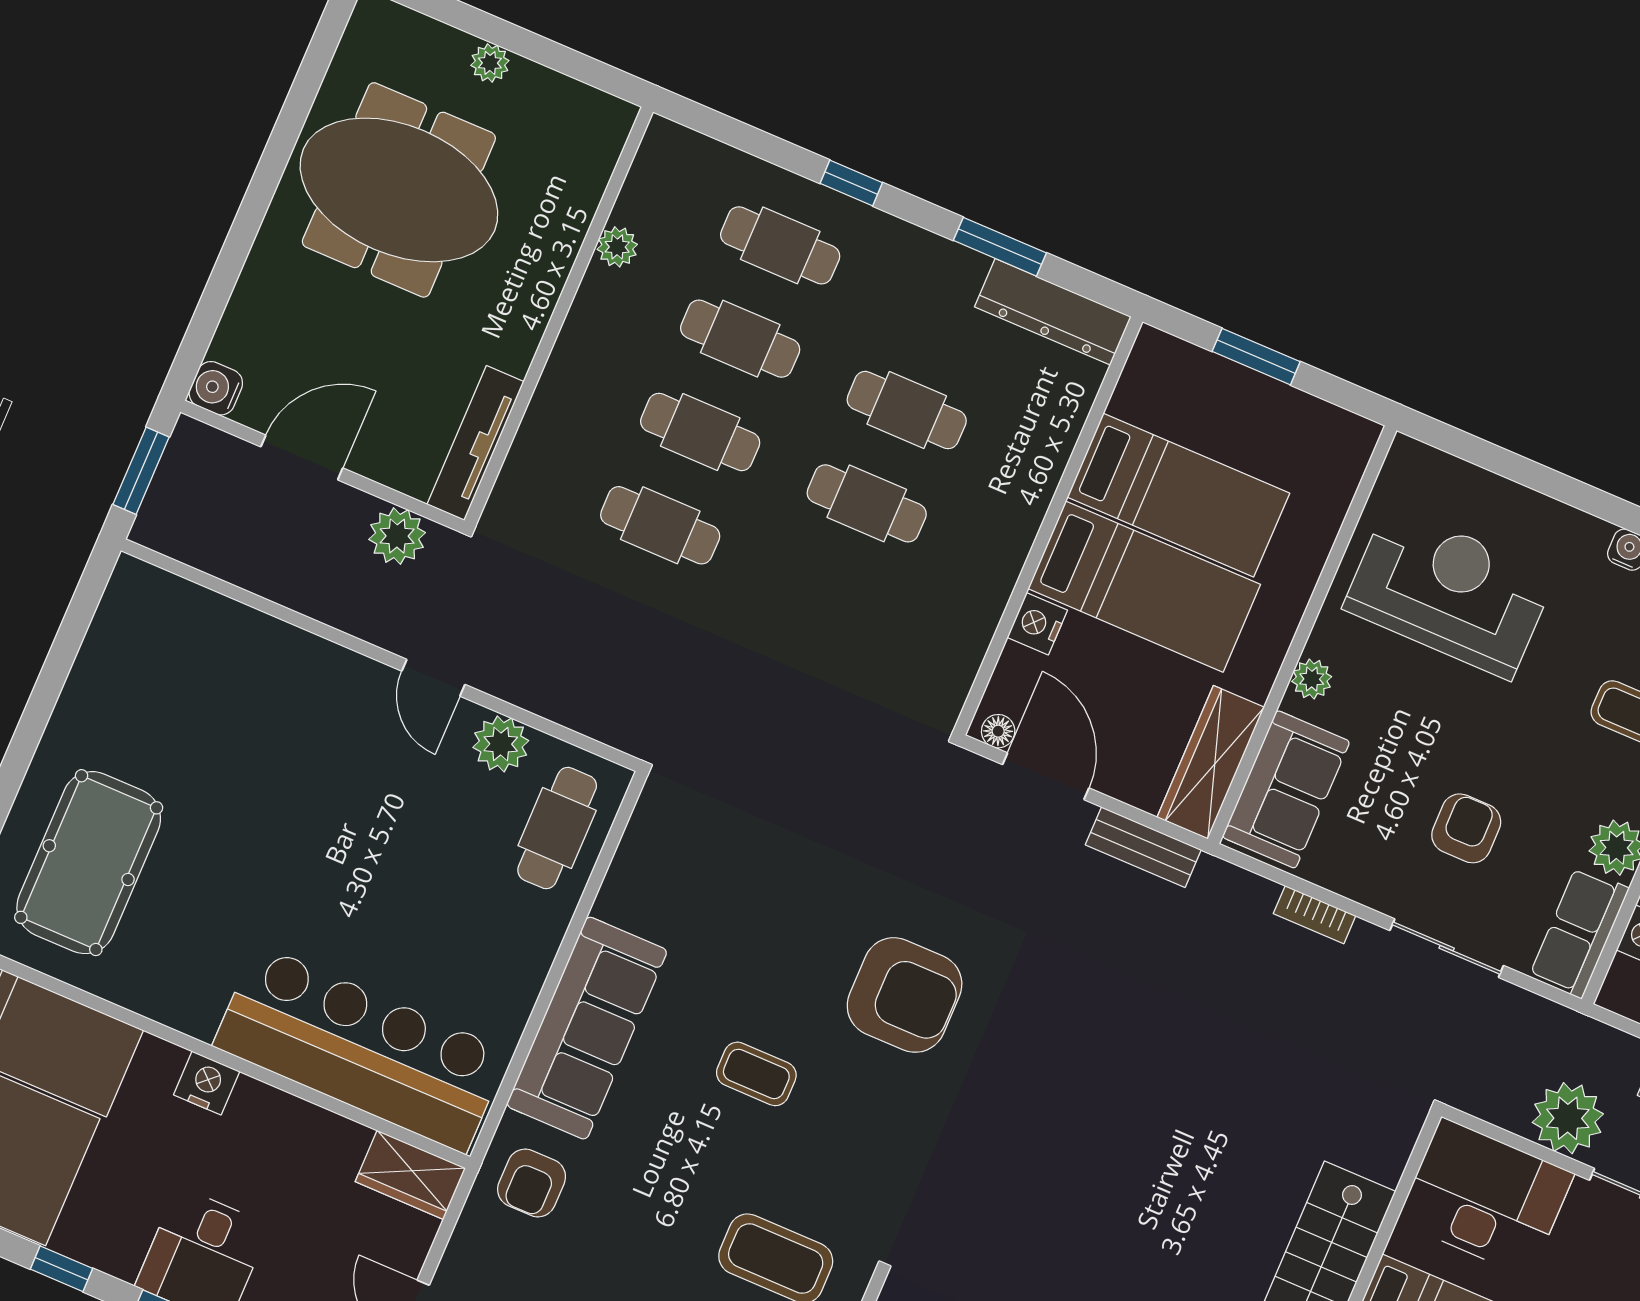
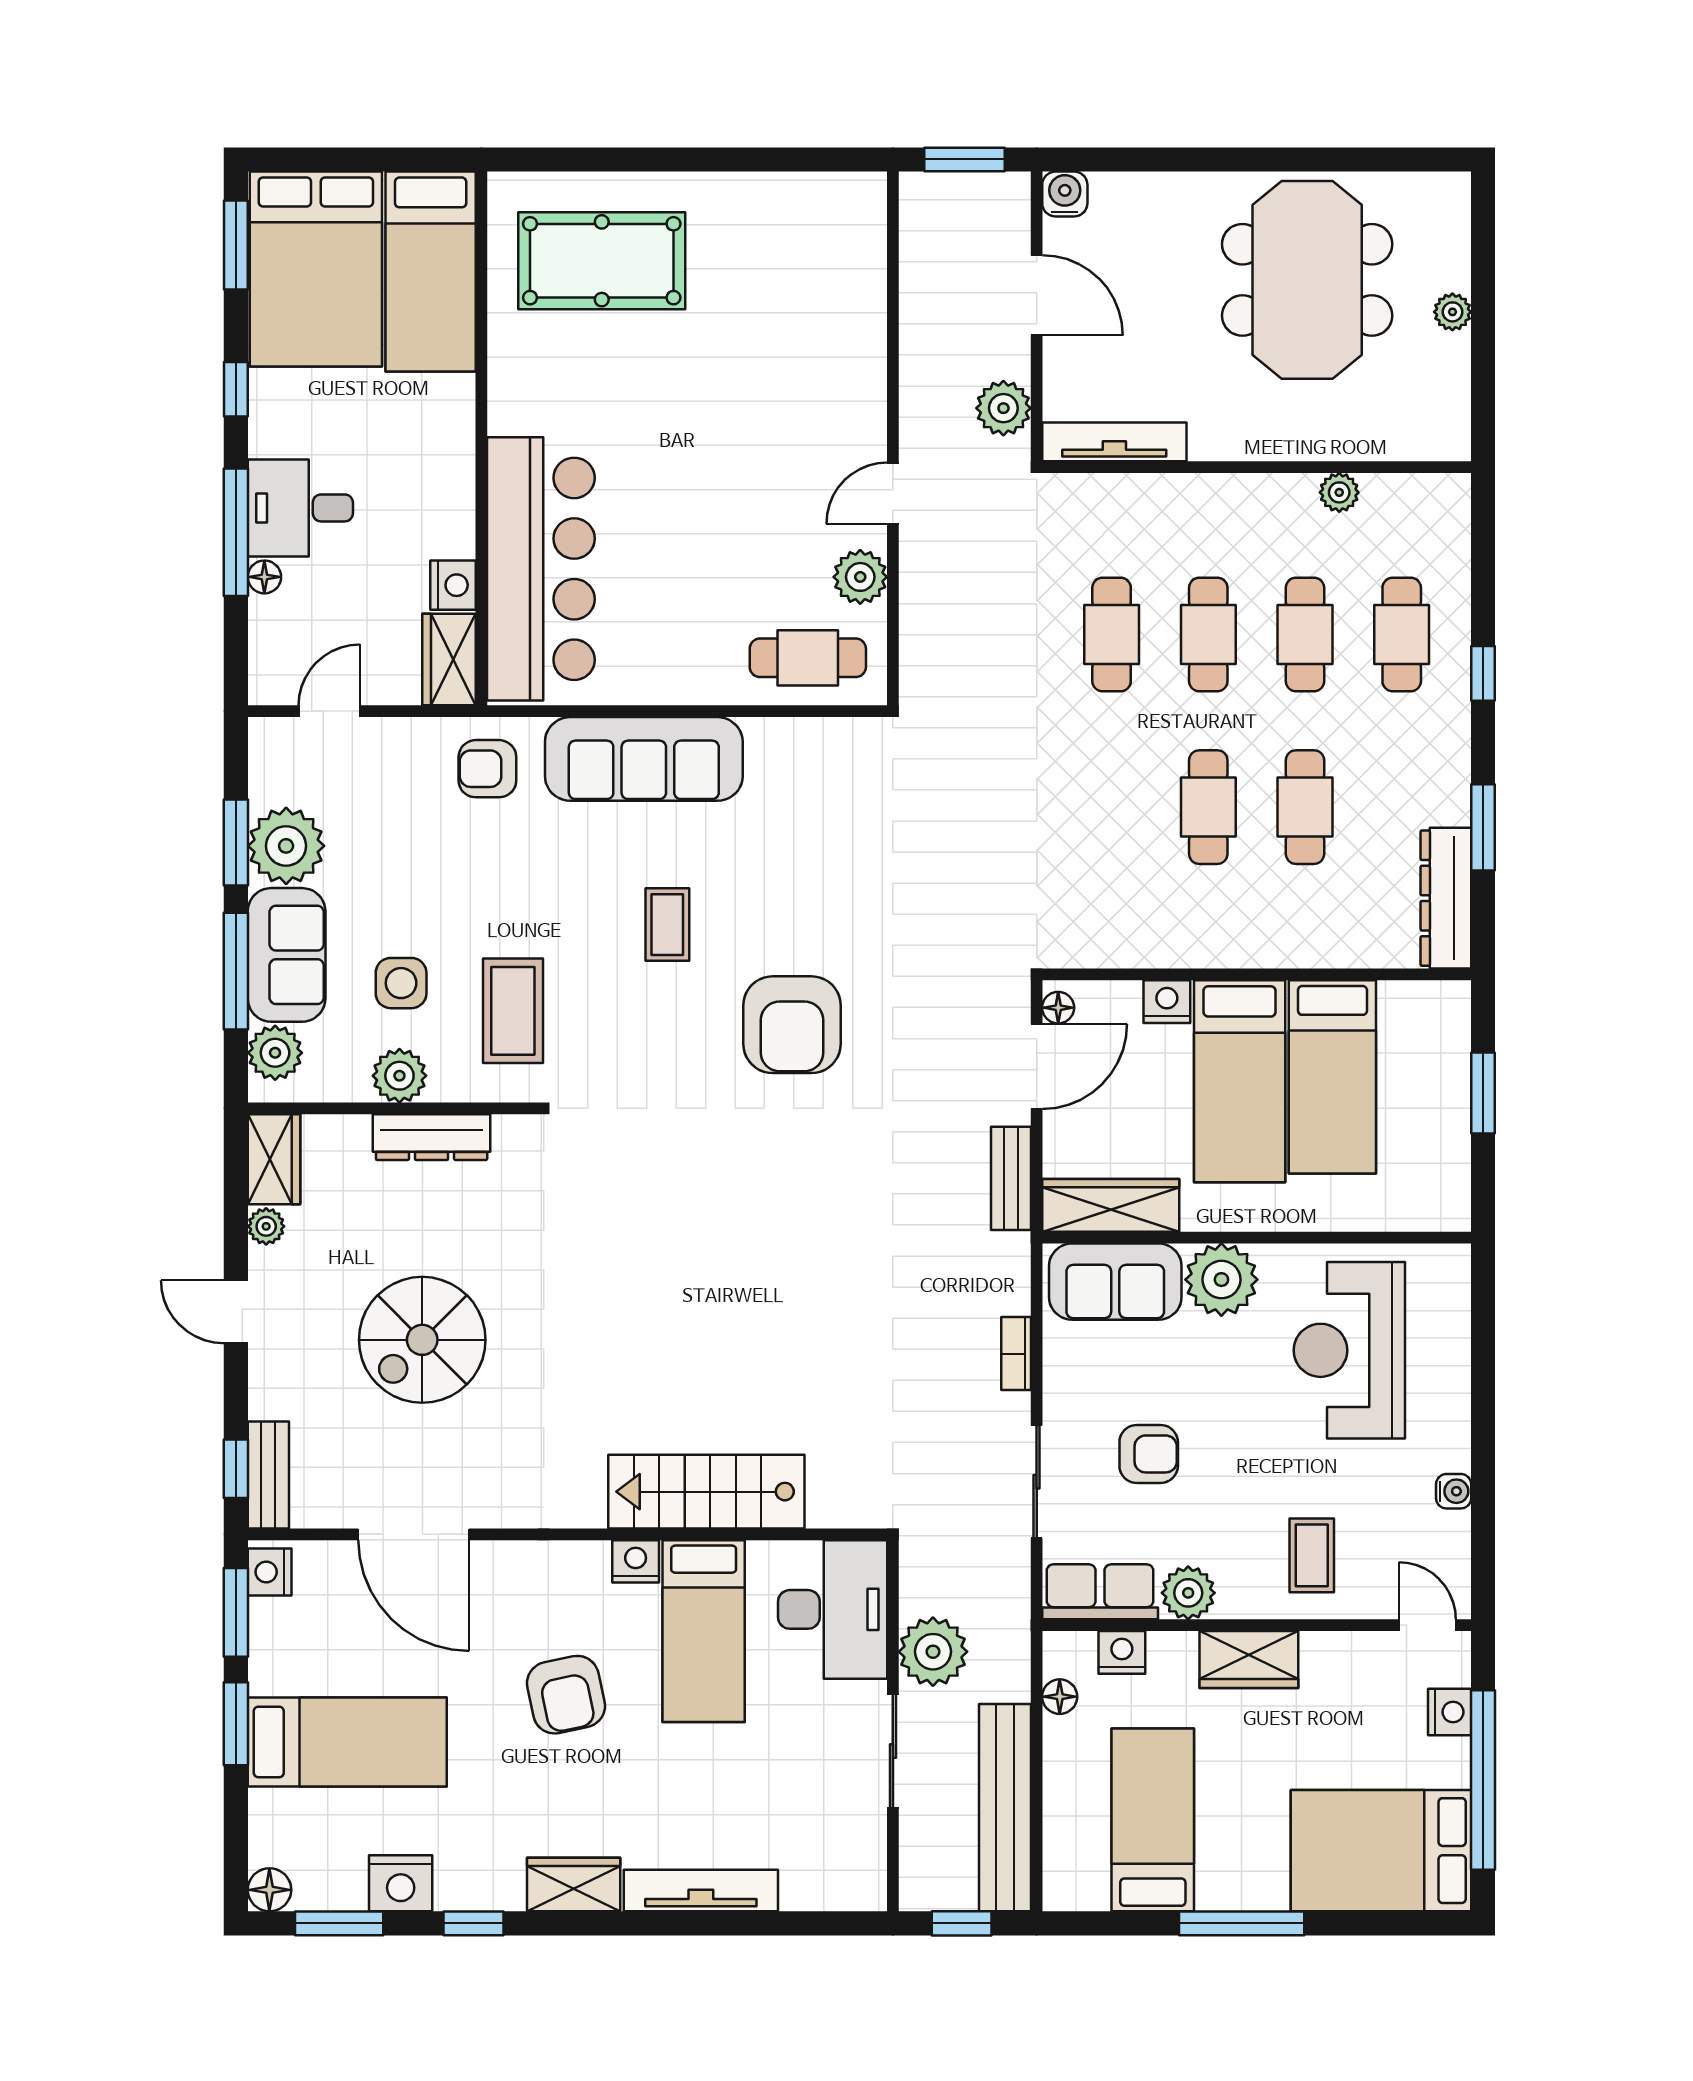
reception desk: (1449, 592) -> (1349, 1350), turned 180
plant: (1312, 679) -> (1221, 1280), width x1.87, depth x1.87
nightstand: (207, 1083) -> (453, 585), moved

